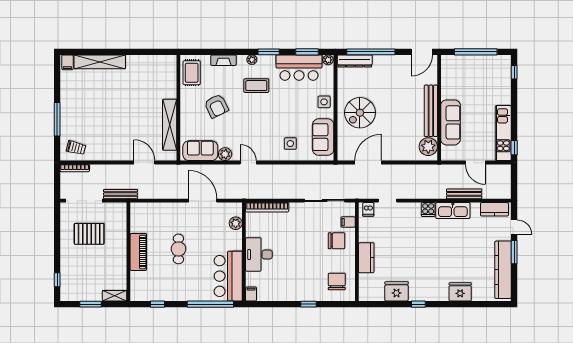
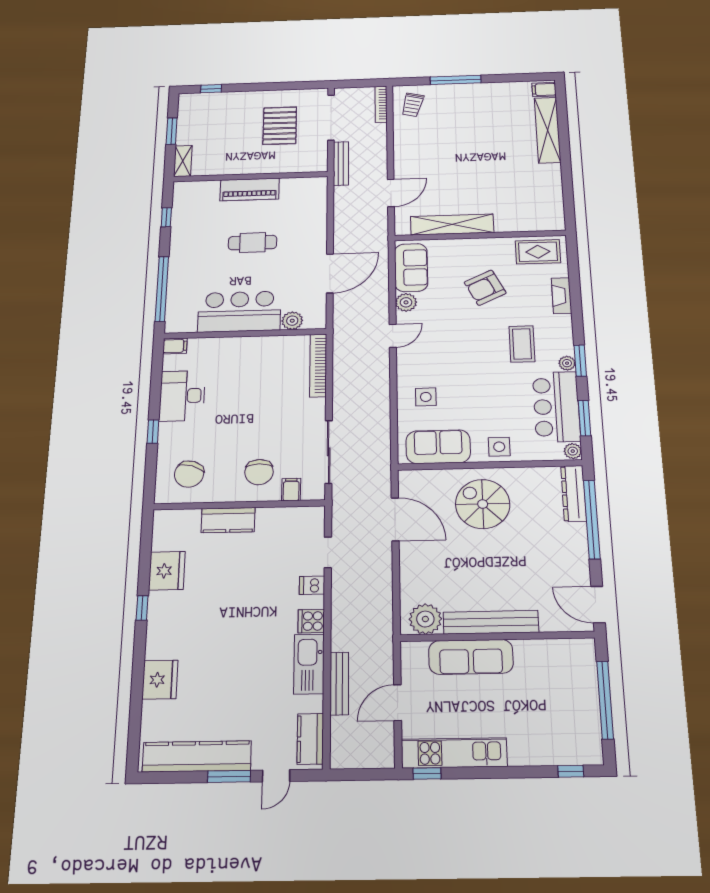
plant: (252, 60) -> (567, 363), moved
dishwasher: (368, 209) -> (312, 585), moved
desk: (259, 254) -> (182, 396), moved, turned -90
bar counter: (228, 276) -> (239, 312), moved
chair: (337, 282) -> (189, 474), turned 108

